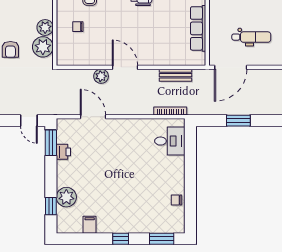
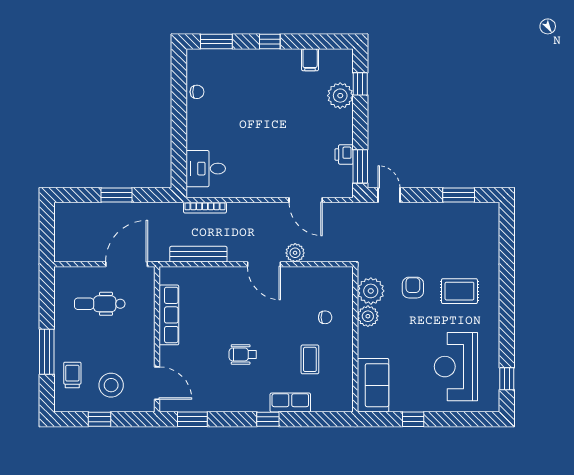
bench: (175, 75) -> (198, 254), width x1.36

